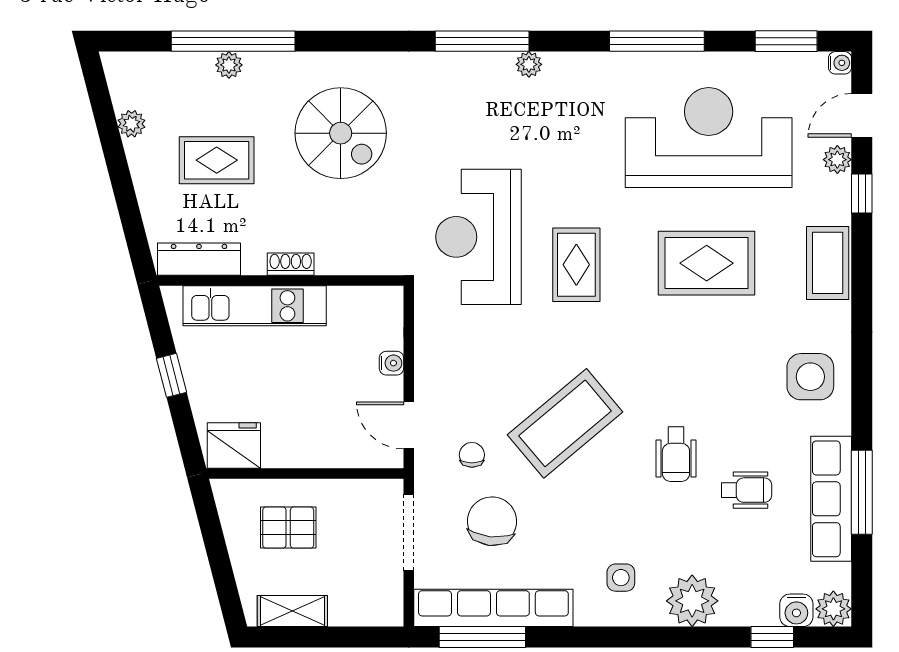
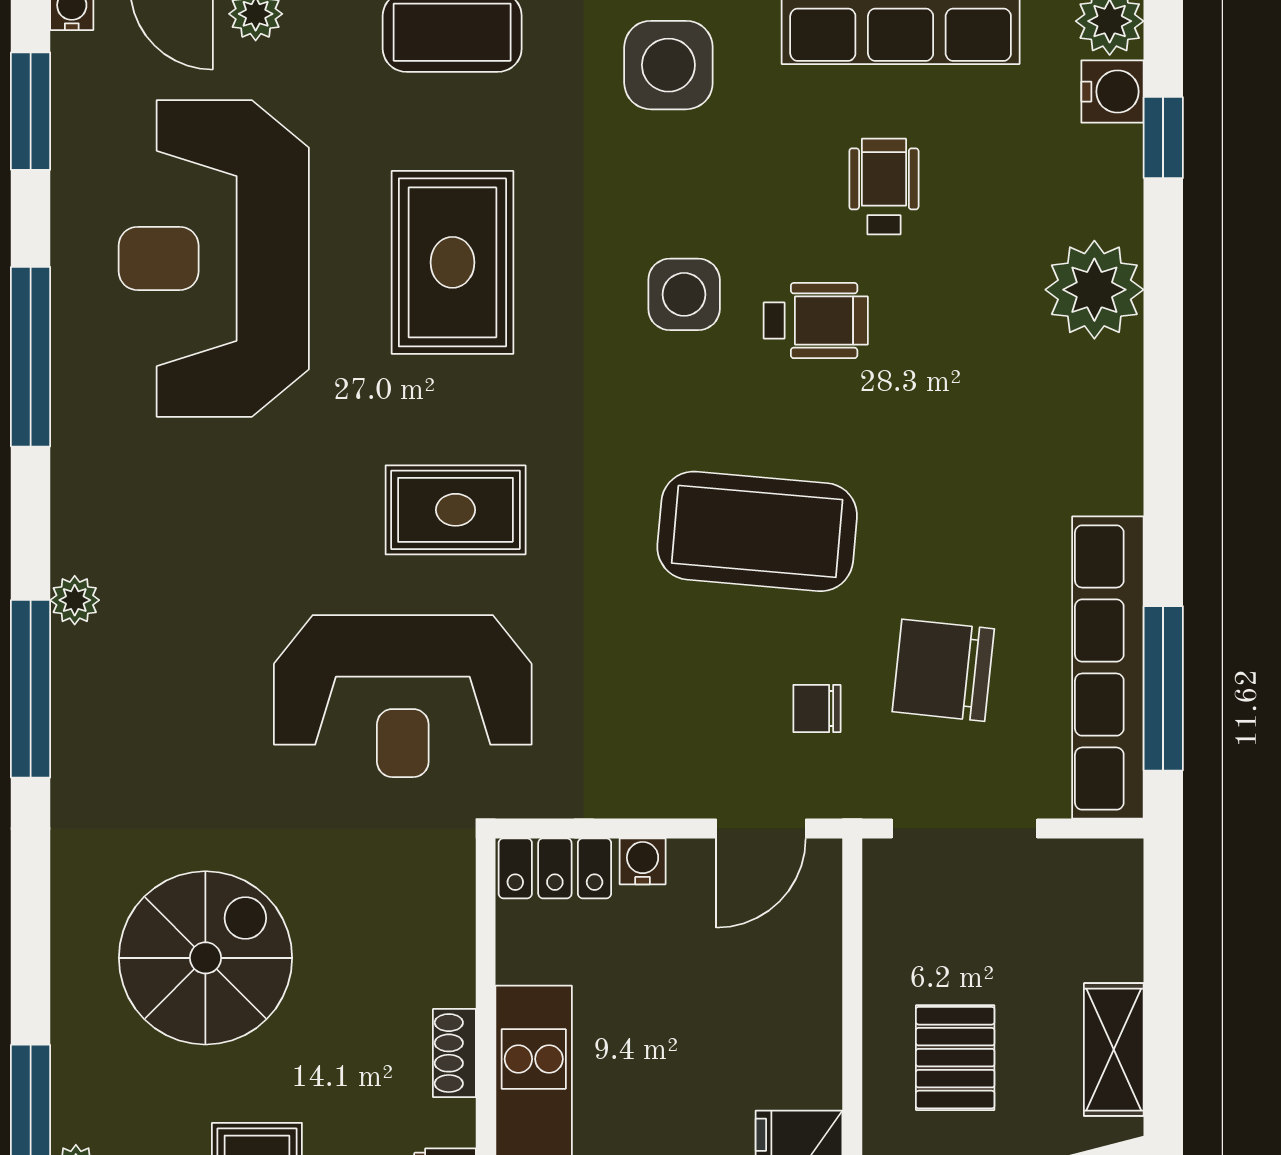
locker: (388, 317) -> (555, 868), added
coffee table: (565, 423) -> (757, 531), turned -45
side table: (621, 578) -> (684, 294), moved, width x1.37, depth x1.37

